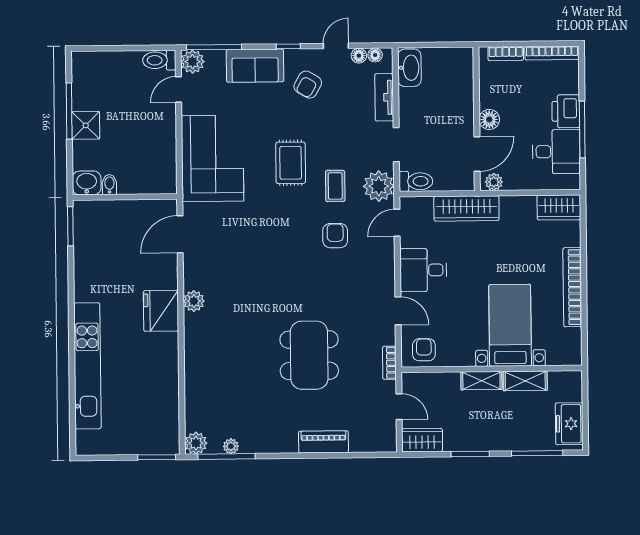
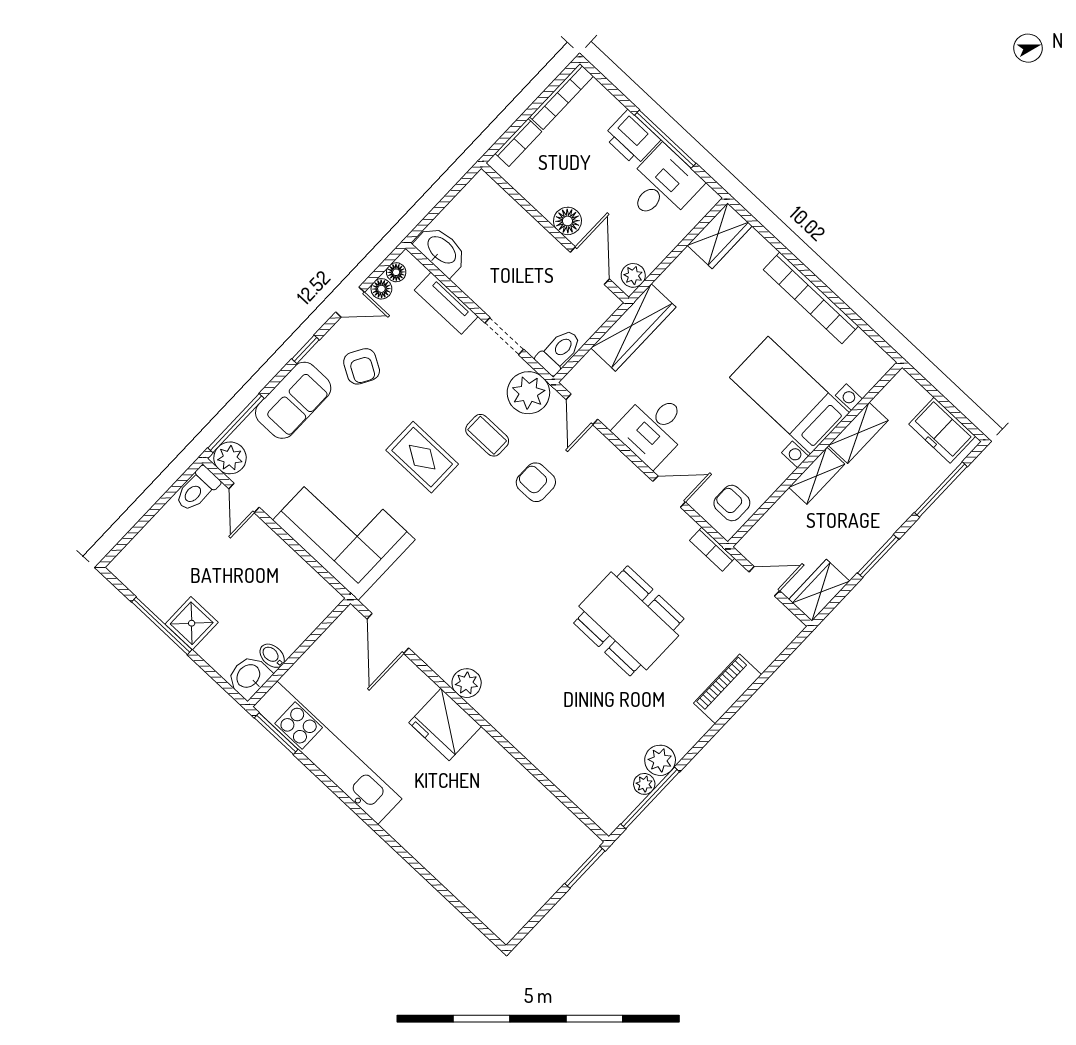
door: (336, 46) -> (350, 302), swing flipped
kitchen unit: (87, 366) -> (327, 753), moved
plant: (196, 443) -> (660, 760), moved

